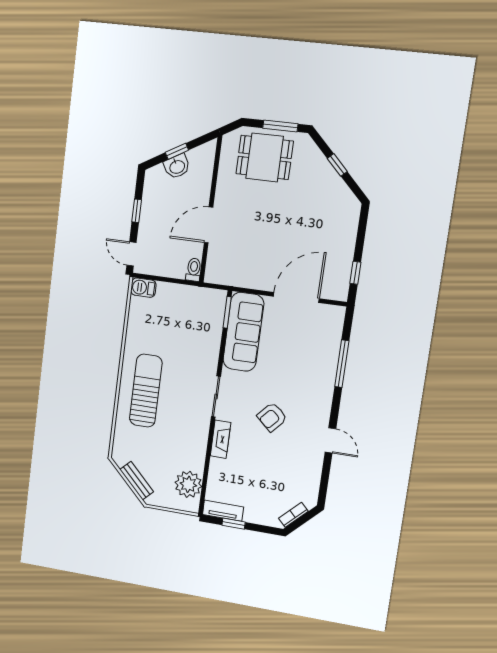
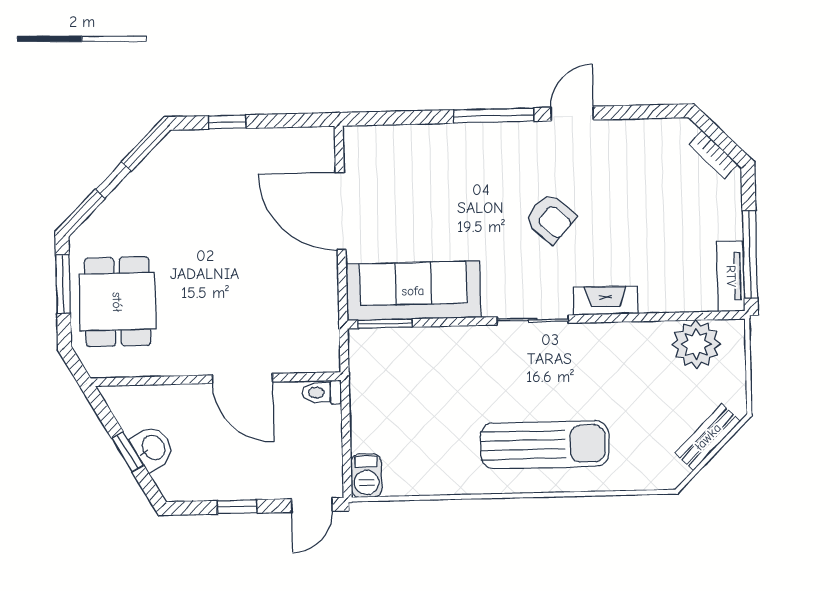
window: (355, 273) -> (227, 122), moved
window: (342, 364) -> (494, 116), moved
sun lounger: (146, 391) -> (545, 445), turned 180
window: (233, 524) -> (750, 254), width x2.17

